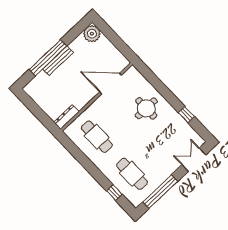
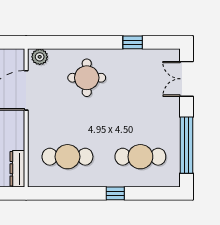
plant: (134, 74) -> (40, 57), added
window: (114, 193) -> (115, 193), moved

